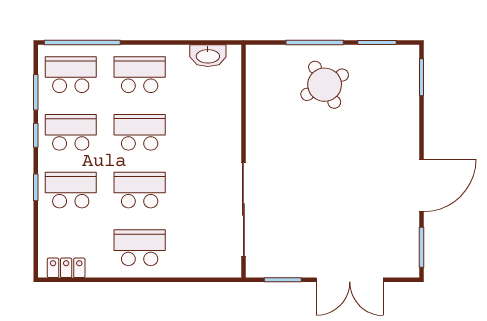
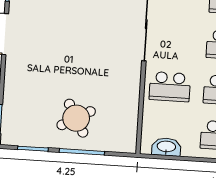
school desk: (208, 132) -> (170, 87), added

